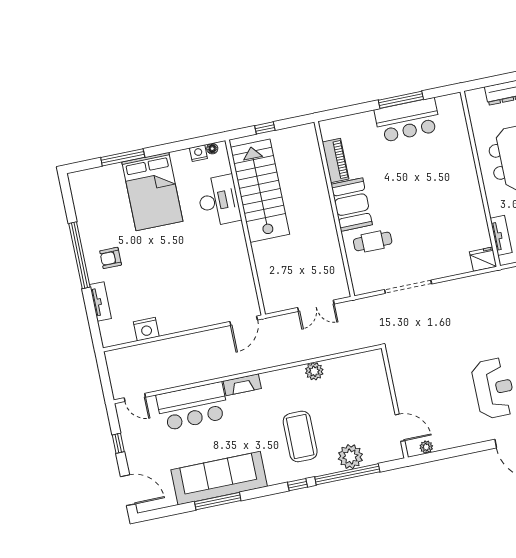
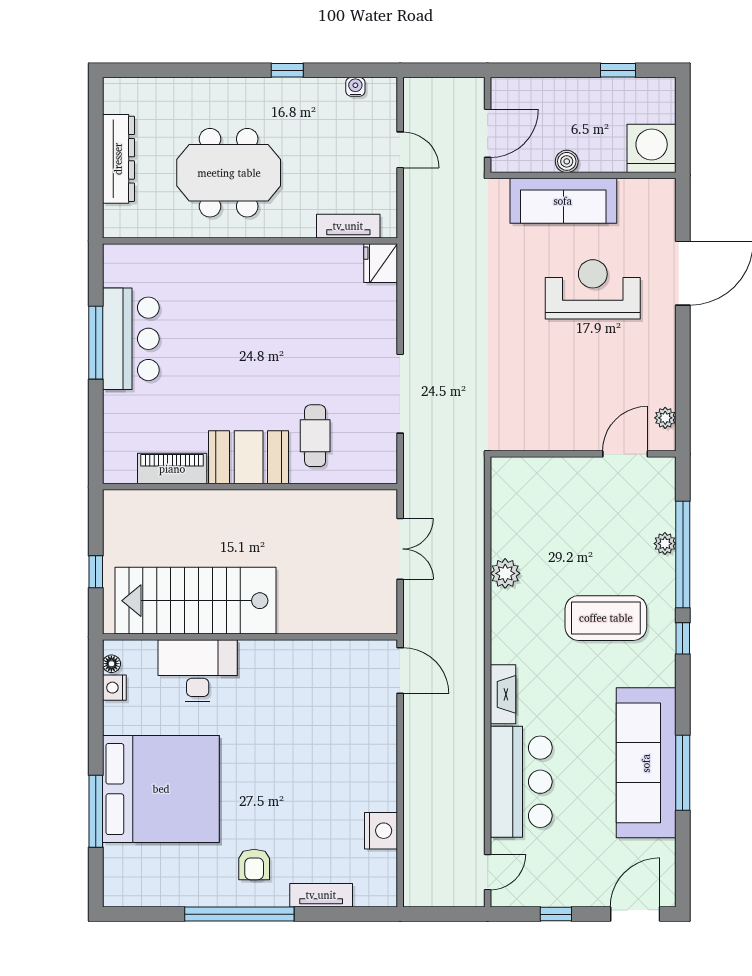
bed: (152, 192) -> (161, 789), width x1.36
plant: (350, 457) -> (665, 544), width x0.53, depth x0.53

